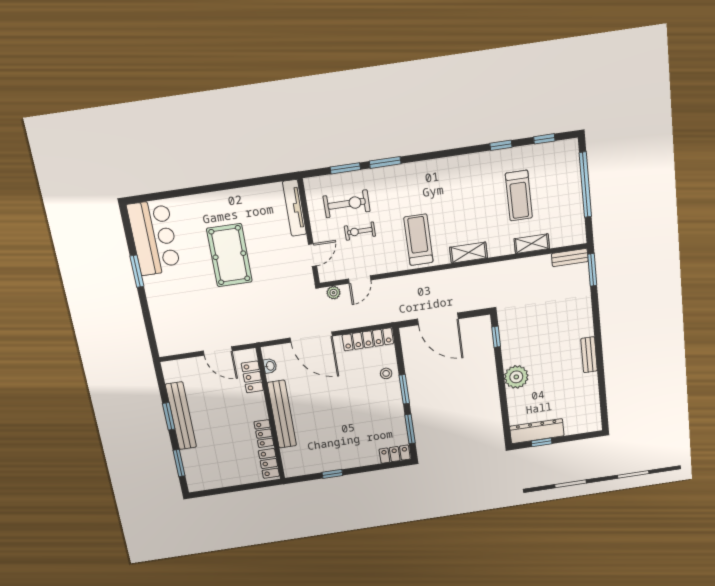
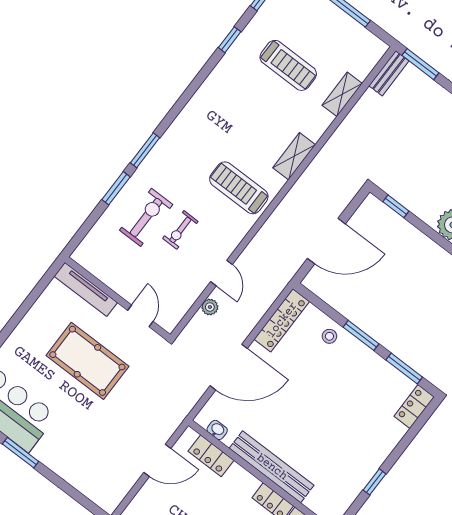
tv unit: (295, 208) -> (86, 289), moved
wall: (309, 232) -> (118, 298), moved
door: (313, 255) -> (140, 316), moved

